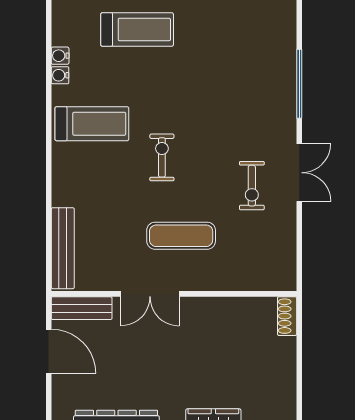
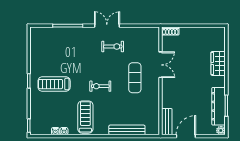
treadmill: (137, 29) -> (54, 84), moved, turned -90
bench: (63, 248) -> (127, 130), moved
double door: (150, 294) -> (161, 65), moved

